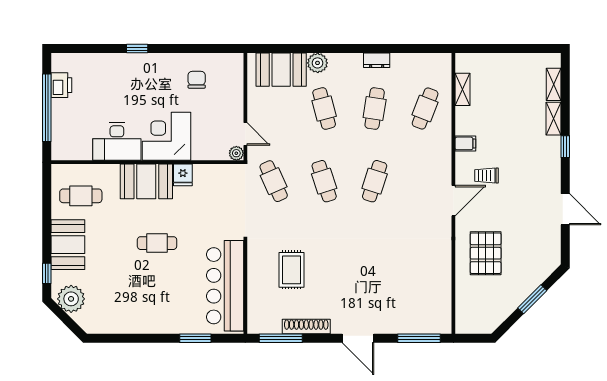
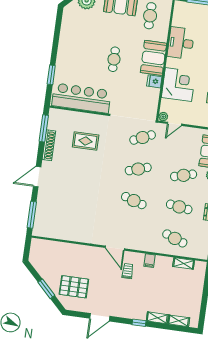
corner desk: (166, 136) -> (178, 85), moved
pallet: (486, 253) -> (74, 287), moved

